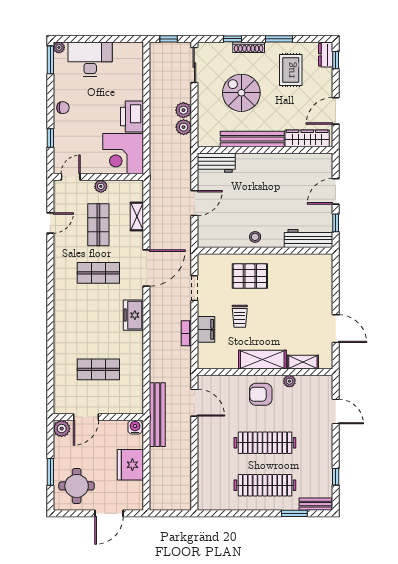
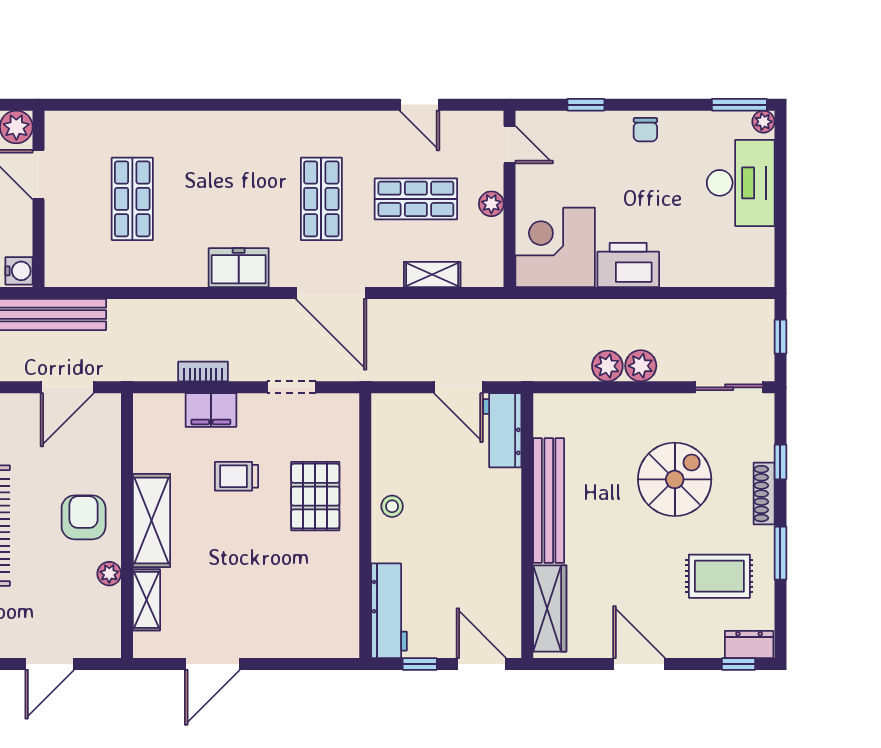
wardrobe: (307, 138) -> (550, 608), moved
bench: (252, 139) -> (549, 501), moved
wall: (265, 150) -> (527, 526), moved
workbench: (216, 163) -> (502, 430), moved

